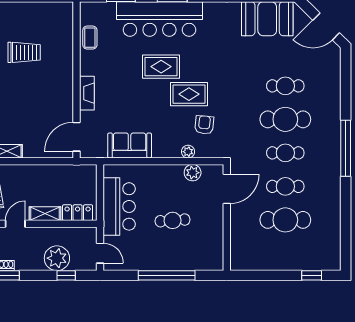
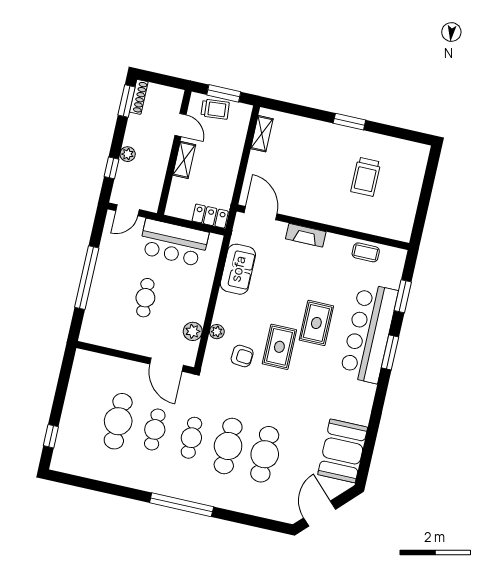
cafe table: (285, 86) -> (265, 454), width x1.37, depth x1.35
locker: (78, 213) -> (210, 216), moved, turned -90
plant: (57, 258) -> (128, 154), width x0.53, depth x0.53

